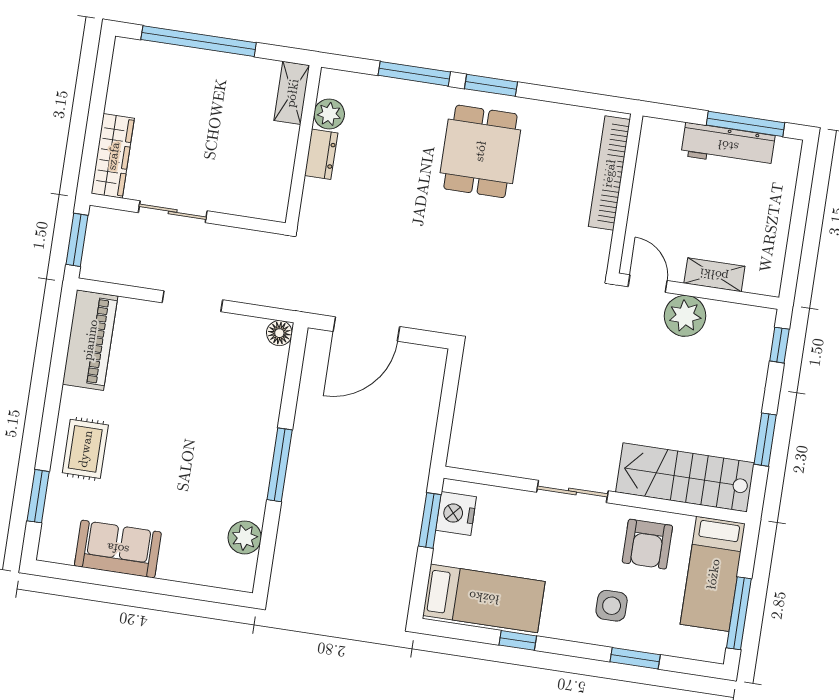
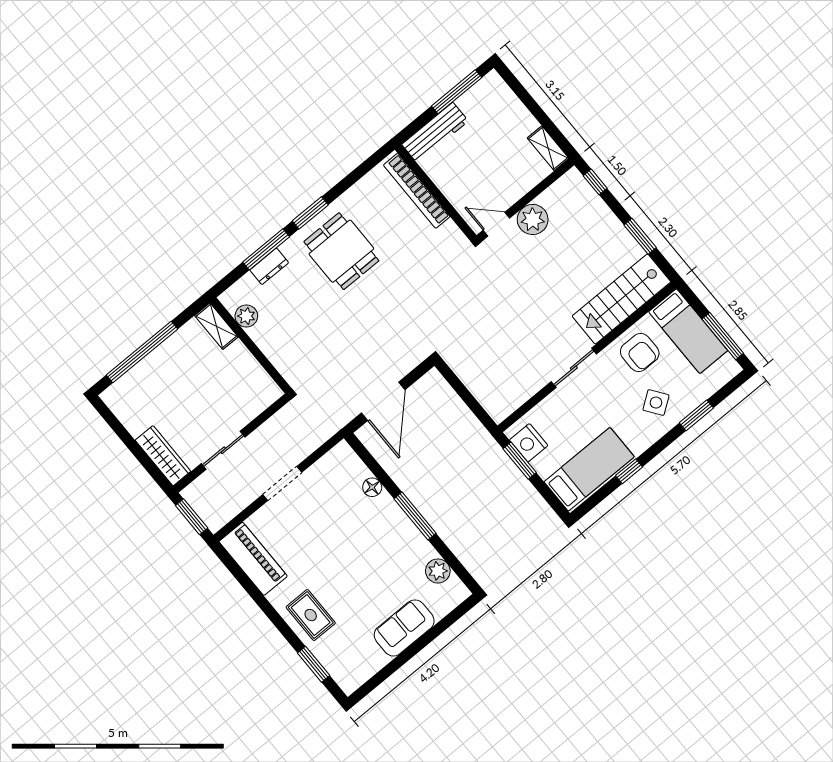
workbench: (728, 146) -> (435, 133), moved
dresser: (321, 154) -> (269, 266), moved, turned 90
shelving: (714, 275) -> (548, 148), moved, turned 90
floor lamp: (279, 333) -> (372, 487), moved
sofa: (118, 549) -> (404, 628), moved
side table: (612, 606) -> (656, 403), turned -36

